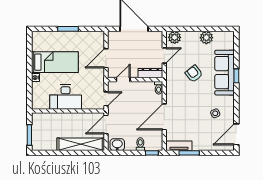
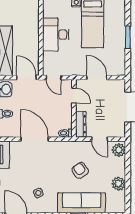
armchair: (194, 74) -> (80, 170), turned -87

